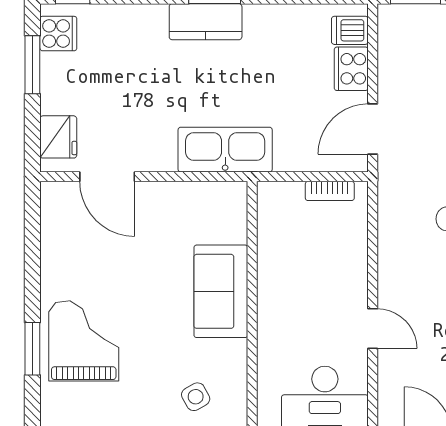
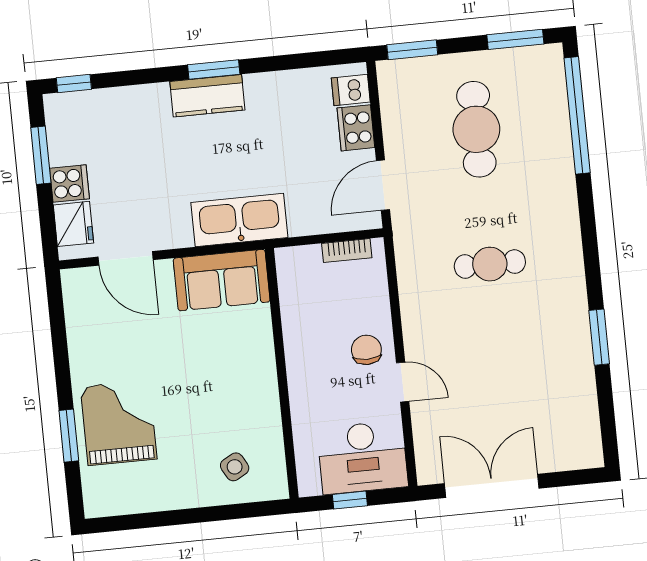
cooker: (58, 34) -> (69, 183), moved
sofa: (221, 291) -> (222, 280), moved, turned -90
chair: (340, 293) -> (366, 350), added

